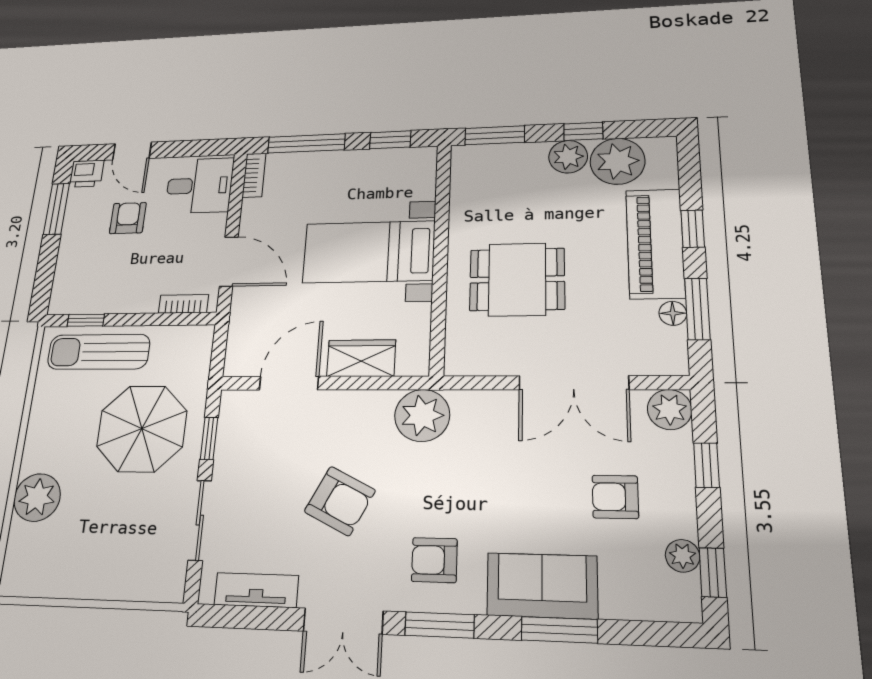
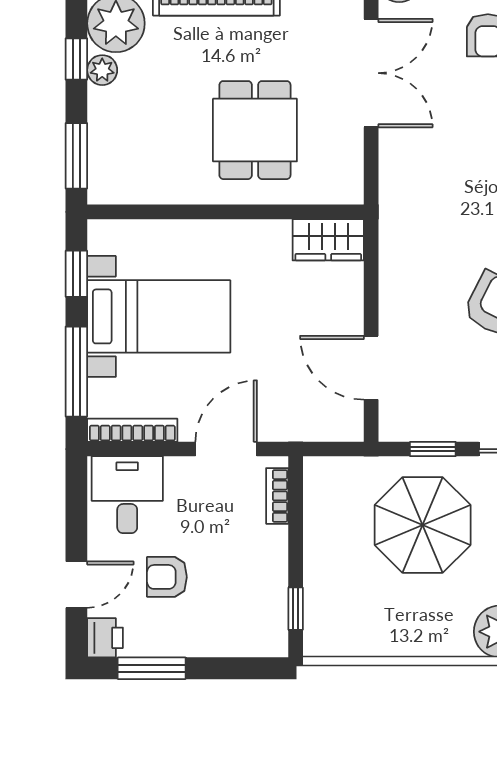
plant: (568, 157) -> (102, 70), width x0.73, depth x0.73
bookcase: (254, 175) -> (132, 430), width x1.56
bed with nightstands: (369, 252) -> (159, 316), moved, turned -90
sun lounger: (99, 352) -> (334, 588), removed
wardrobe: (361, 358) -> (328, 240), moved, turned -90
plant: (422, 415) -> (406, 225), removed

